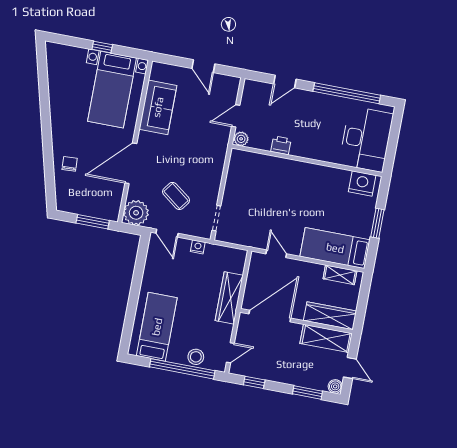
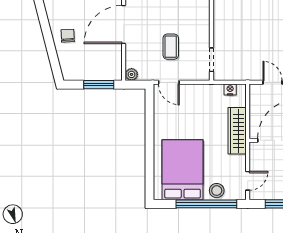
coffee table: (176, 196) -> (171, 47), turned 53
plant: (136, 213) -> (132, 74), width x0.53, depth x0.53
nightstand: (198, 247) -> (230, 90), moved
bed: (157, 327) -> (183, 170), width x1.50

